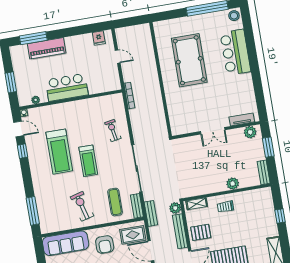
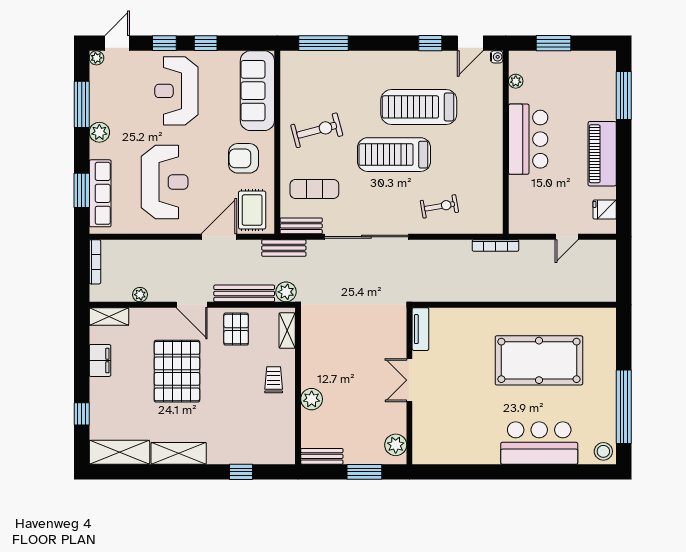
piano: (47, 48) -> (602, 154), moved
tv unit: (242, 119) -> (420, 329), moved
treadmill: (88, 161) -> (394, 155), width x1.37, depth x1.38

